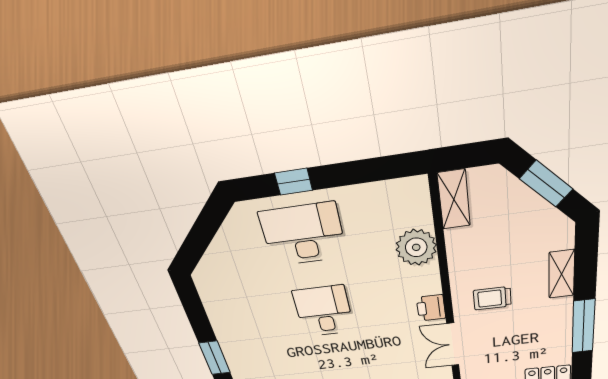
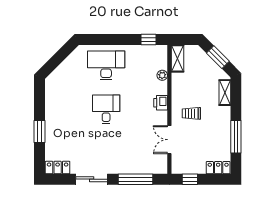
window: (293, 182) -> (148, 40), moved
plant: (416, 247) -> (162, 75), width x0.53, depth x0.53
shelving: (562, 274) -> (225, 93), moved
printer: (431, 308) -> (161, 103), moved

